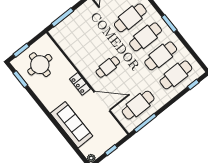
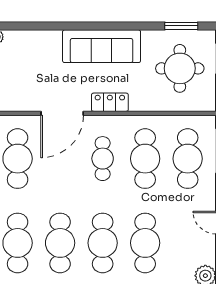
cafe table: (77, 29) -> (188, 159), added
cafe table: (93, 48) -> (145, 159), added
sofa: (72, 125) -> (102, 46), moved

